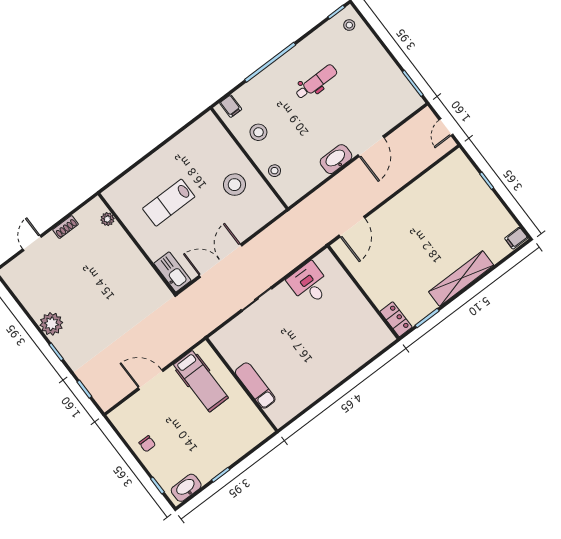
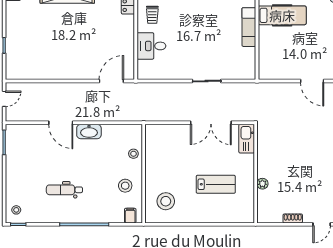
door: (371, 146) -> (61, 123), swing flipped
stool: (234, 185) -> (166, 201), moved
plant: (107, 219) -> (262, 184), moved
desk: (309, 284) -> (151, 46), moved, turned 90
trolley: (361, 324) -> (152, 15), added
hospital bed: (201, 381) -> (282, 15), moved, turned 90

